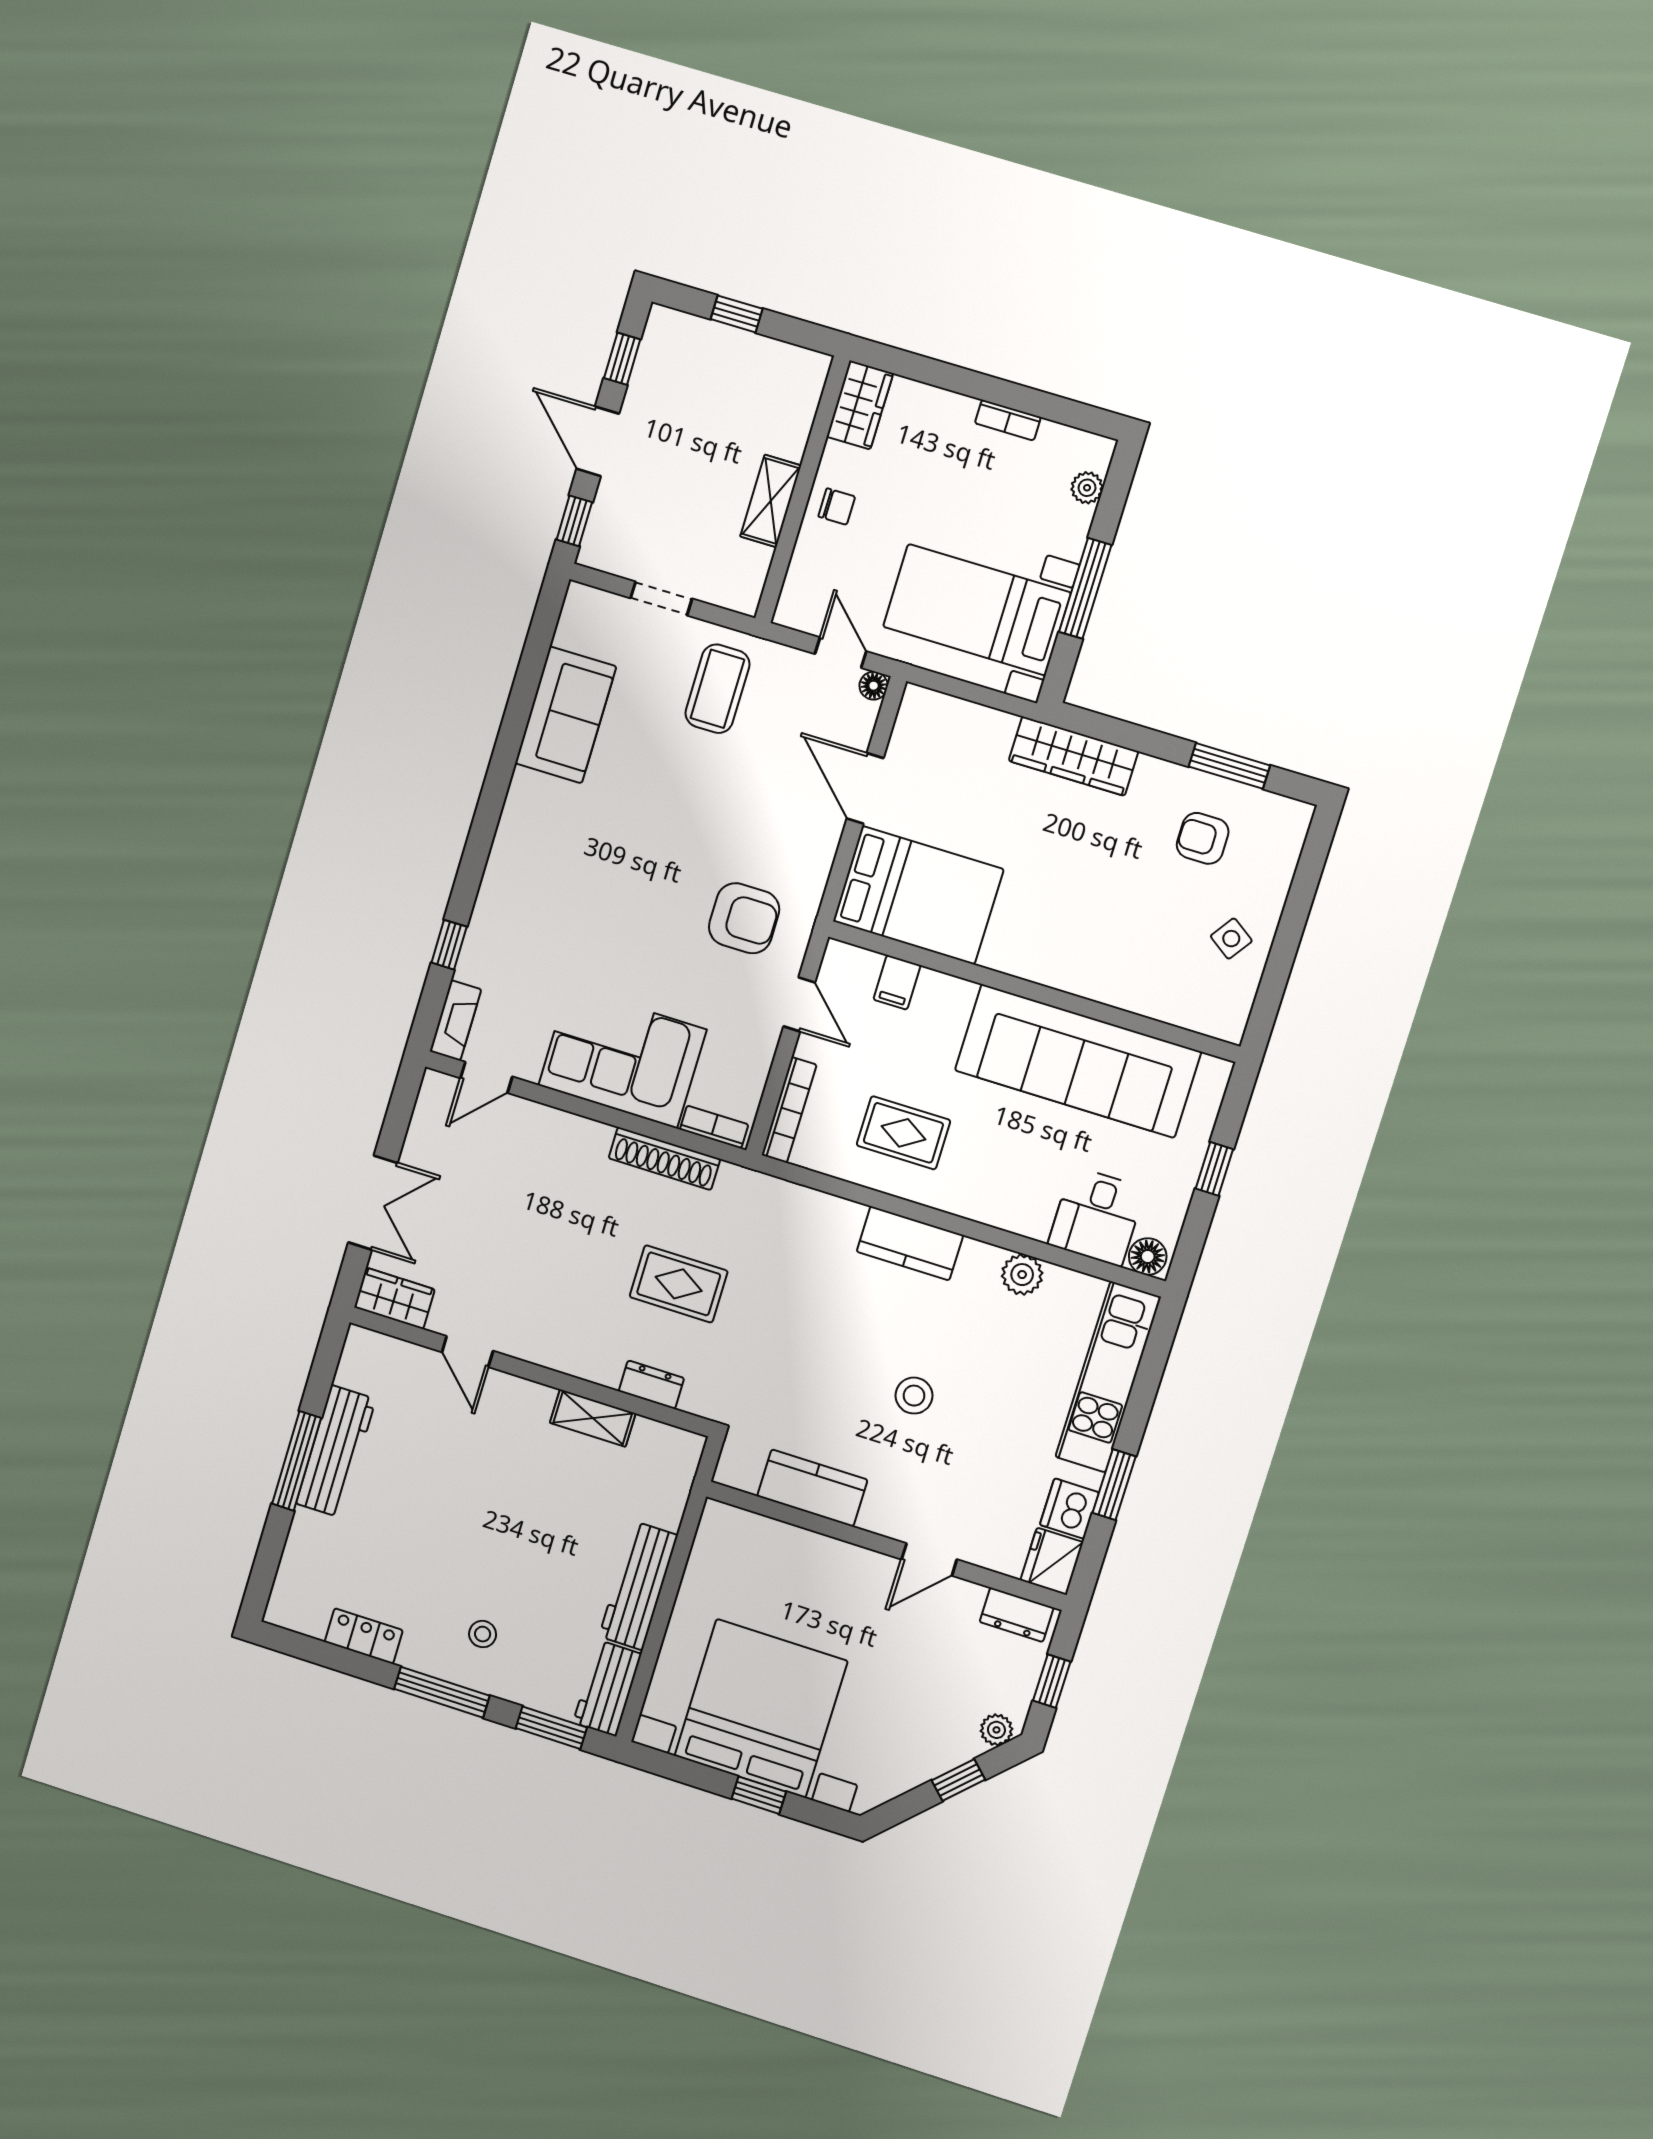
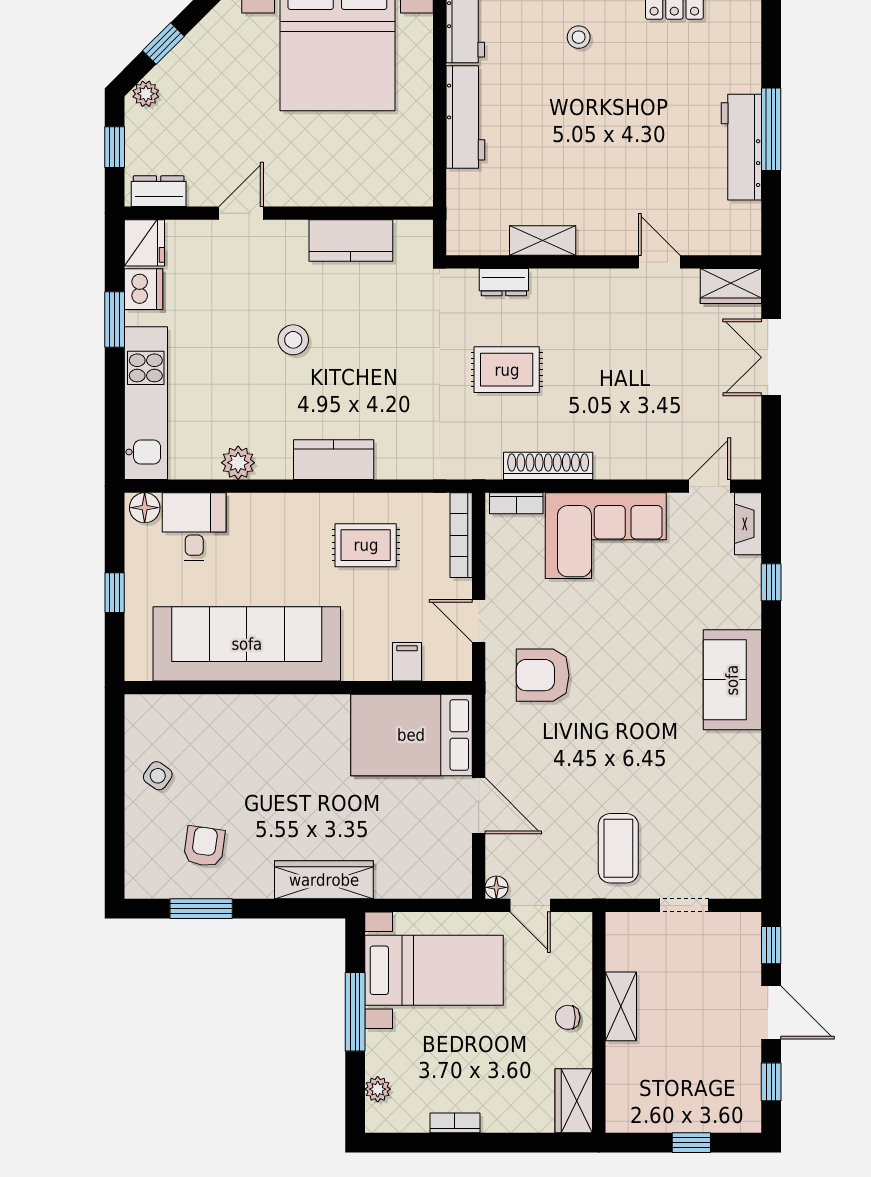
sofa: (566, 715) -> (732, 680), moved
armchair: (1203, 838) -> (204, 846), turned -82

